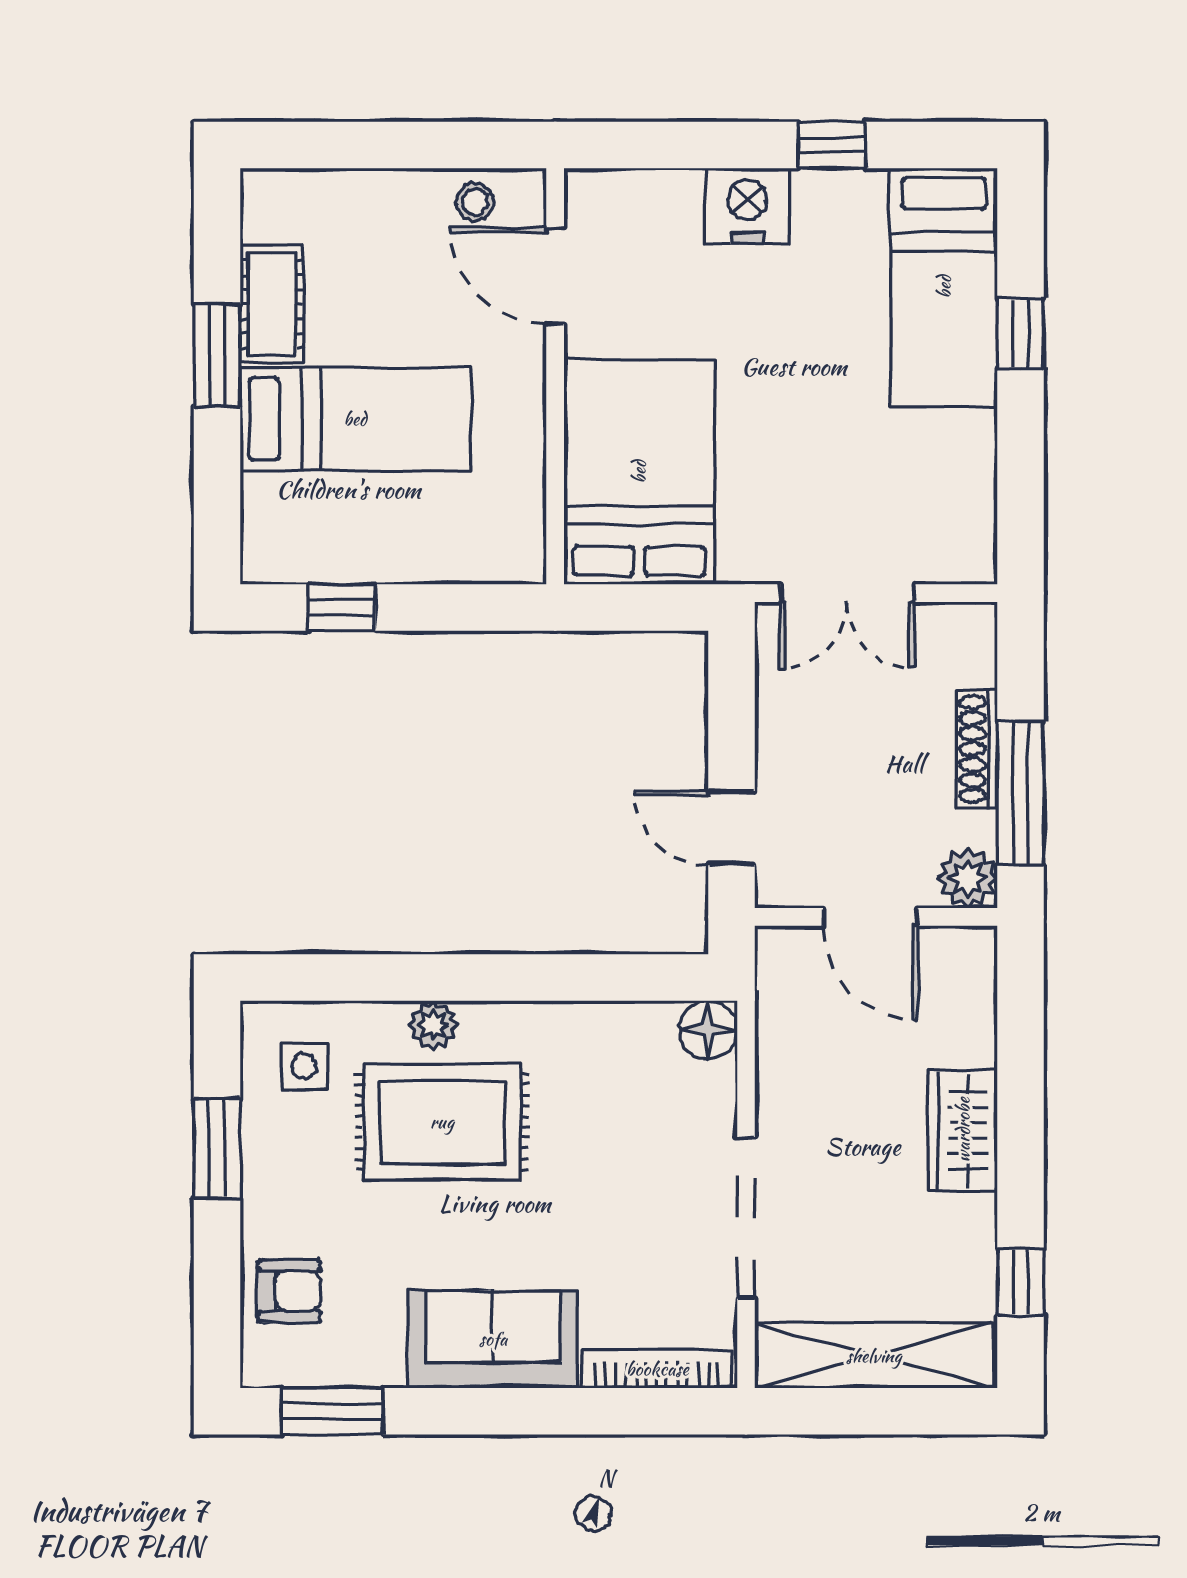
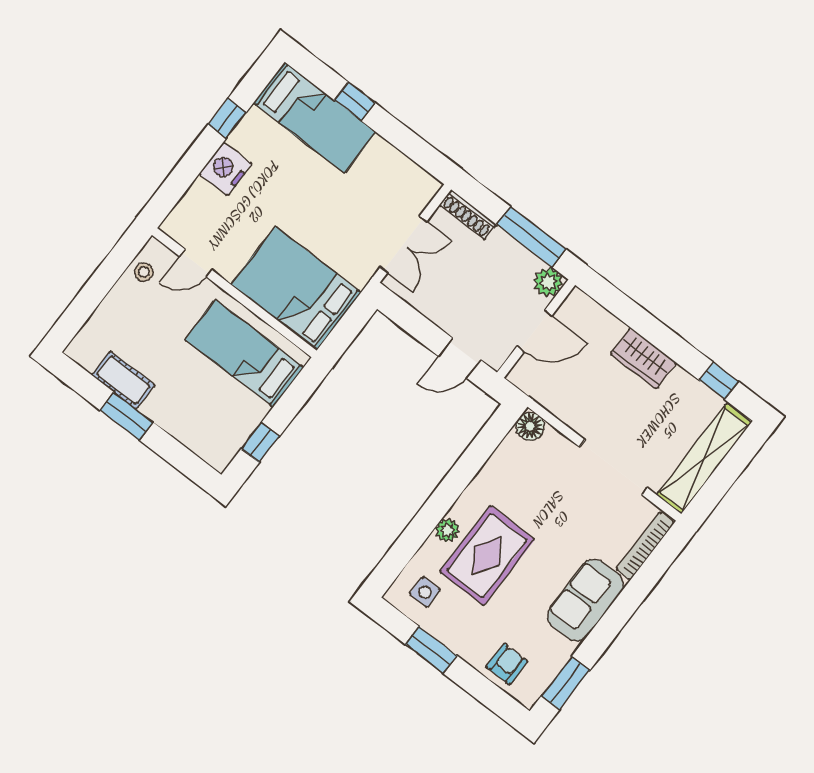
door: (555, 276) -> (196, 263), width x0.73
bed: (355, 419) -> (244, 353), moved, turned -90
shoe rack: (977, 749) -> (468, 215), moved

